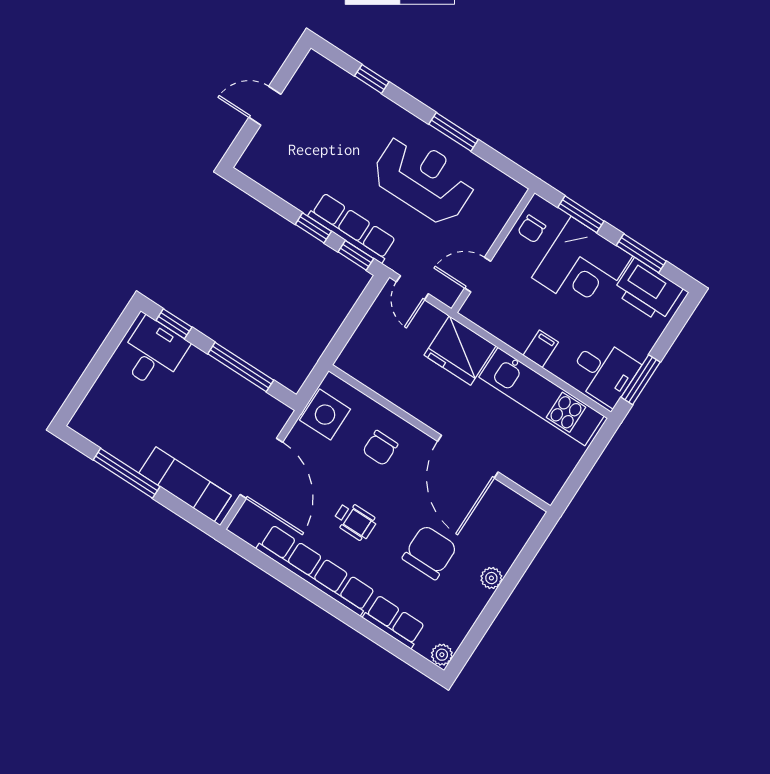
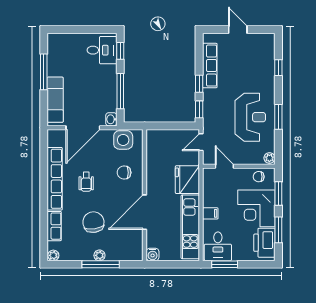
plant: (512, 191) -> (269, 158), added
row of seats: (352, 228) -> (210, 66), moved
washbasin: (278, 412) -> (111, 119), added
water cooler: (547, 489) -> (153, 254), added
chair: (430, 552) -> (93, 222), turned -98
window: (507, 586) -> (101, 264), added

